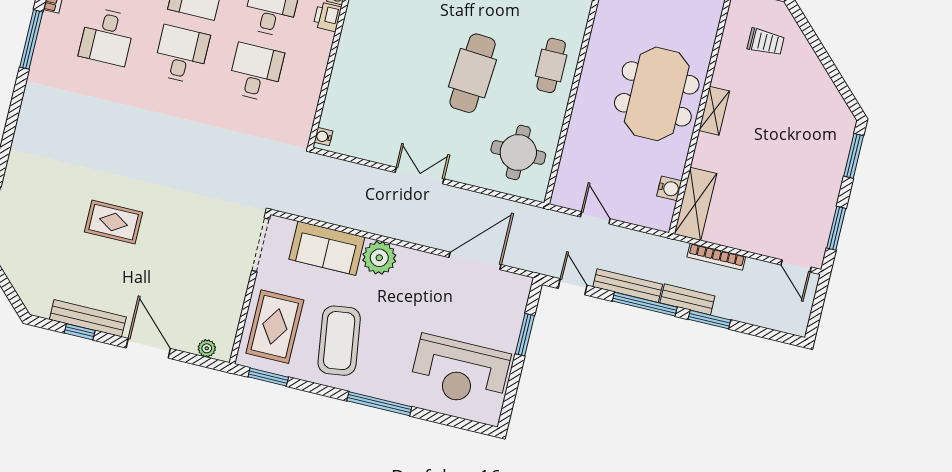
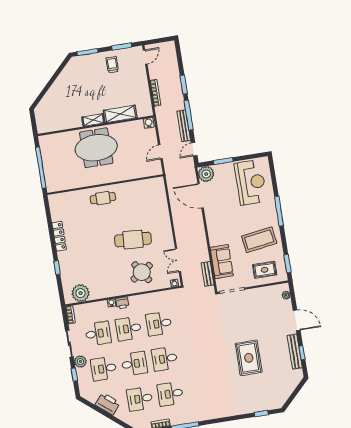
desk: (107, 37) -> (170, 394), turned 180
trolley: (766, 42) -> (112, 65), moved
cafe table: (473, 73) -> (133, 240), moved
round table: (518, 152) -> (142, 272), moved, turned -33
double door: (419, 176) -> (178, 260), moved
water cooler: (669, 188) -> (149, 123), moved
shelving: (695, 204) -> (120, 114), moved
rug: (114, 222) -> (249, 358), width x1.36, depth x1.43
plant: (379, 258) -> (206, 174), moved
bench: (687, 299) -> (207, 274), moved
rug: (275, 327) -> (265, 270), width x0.73, depth x0.70
door: (148, 348) -> (297, 320), swing flipped

